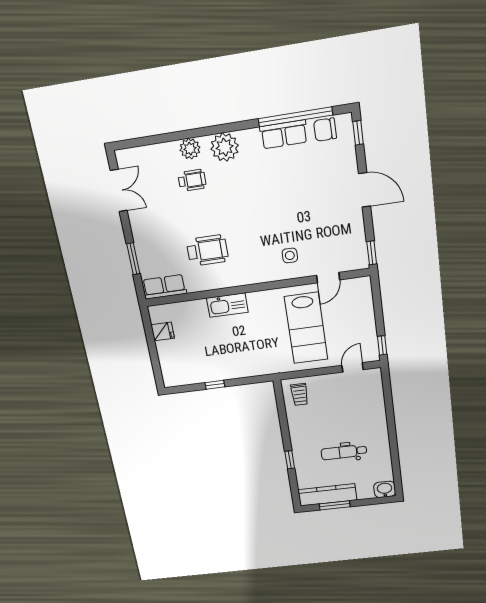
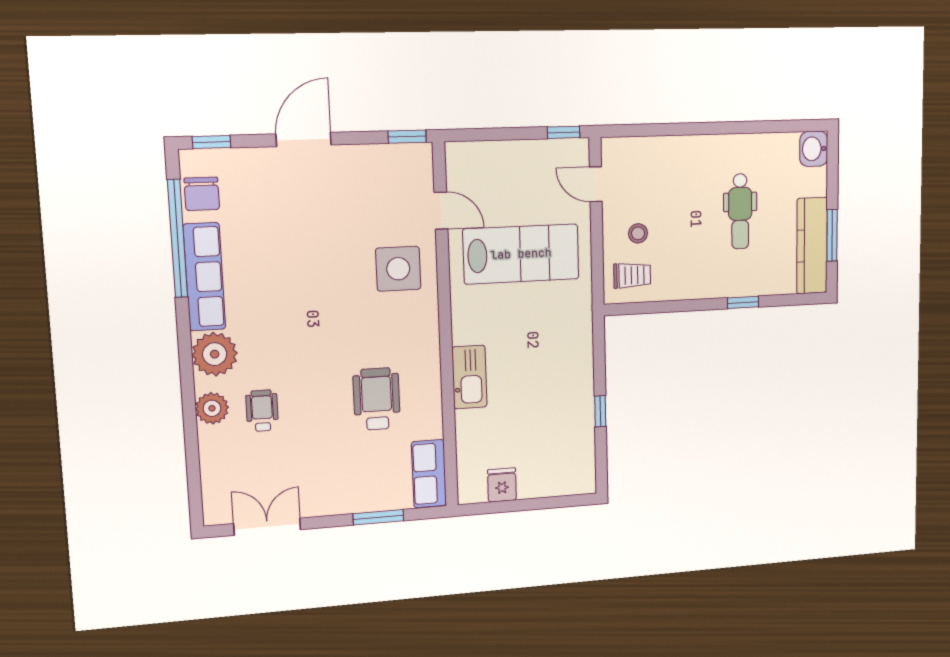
row of seats: (284, 134) -> (204, 277), width x1.48
side table: (290, 255) -> (398, 269), width x1.87, depth x1.87
stool: (325, 395) -> (638, 233), added

